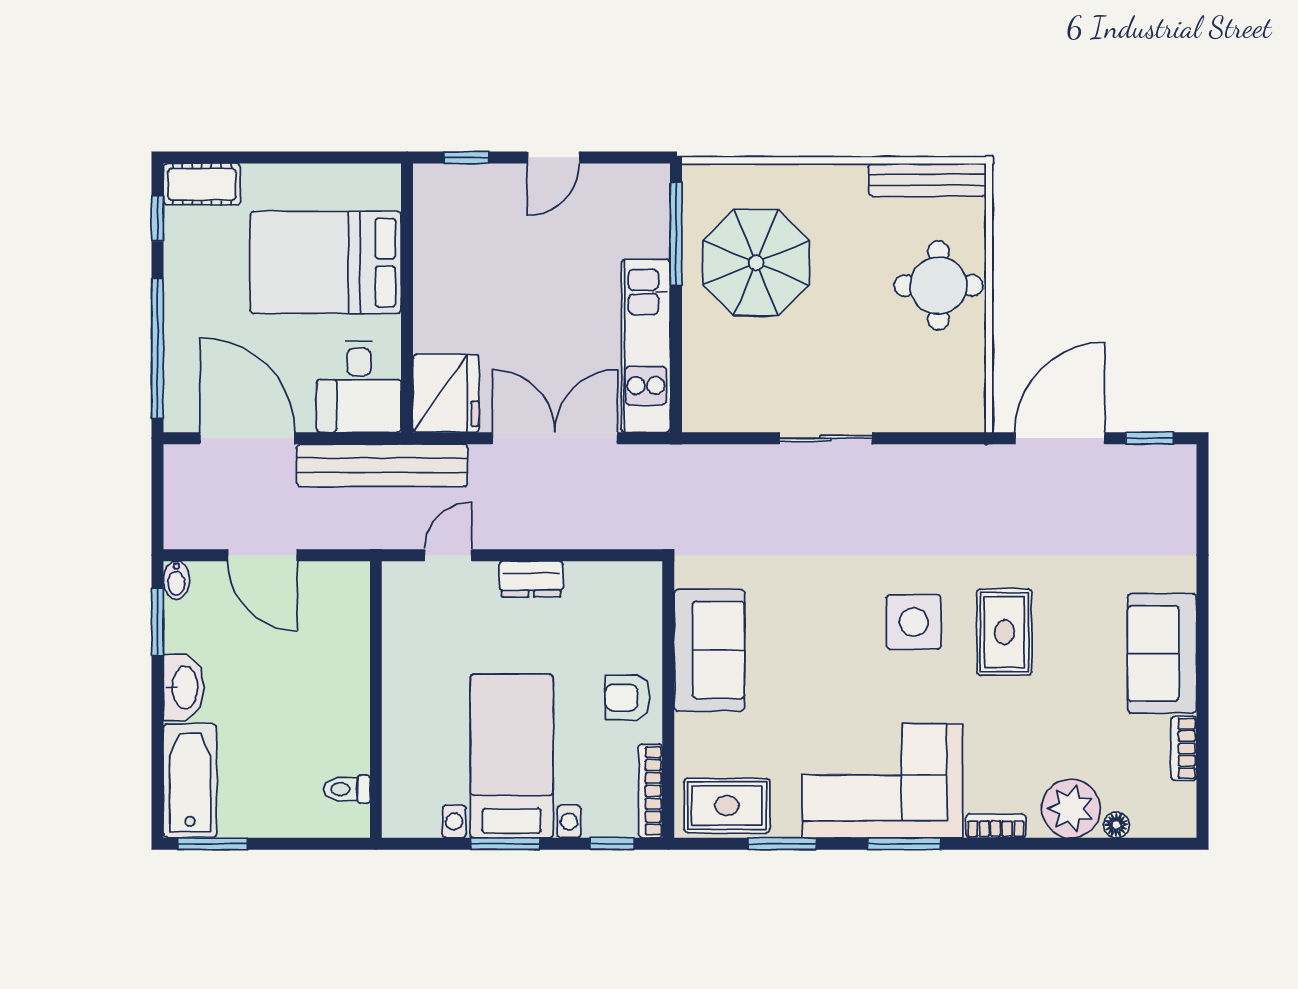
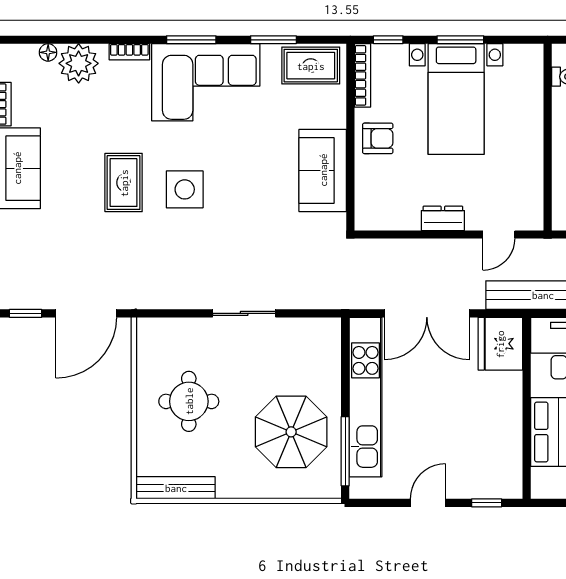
round table: (938, 285) -> (189, 401), moved
kitchen unit: (646, 346) -> (366, 397), width x1.36

